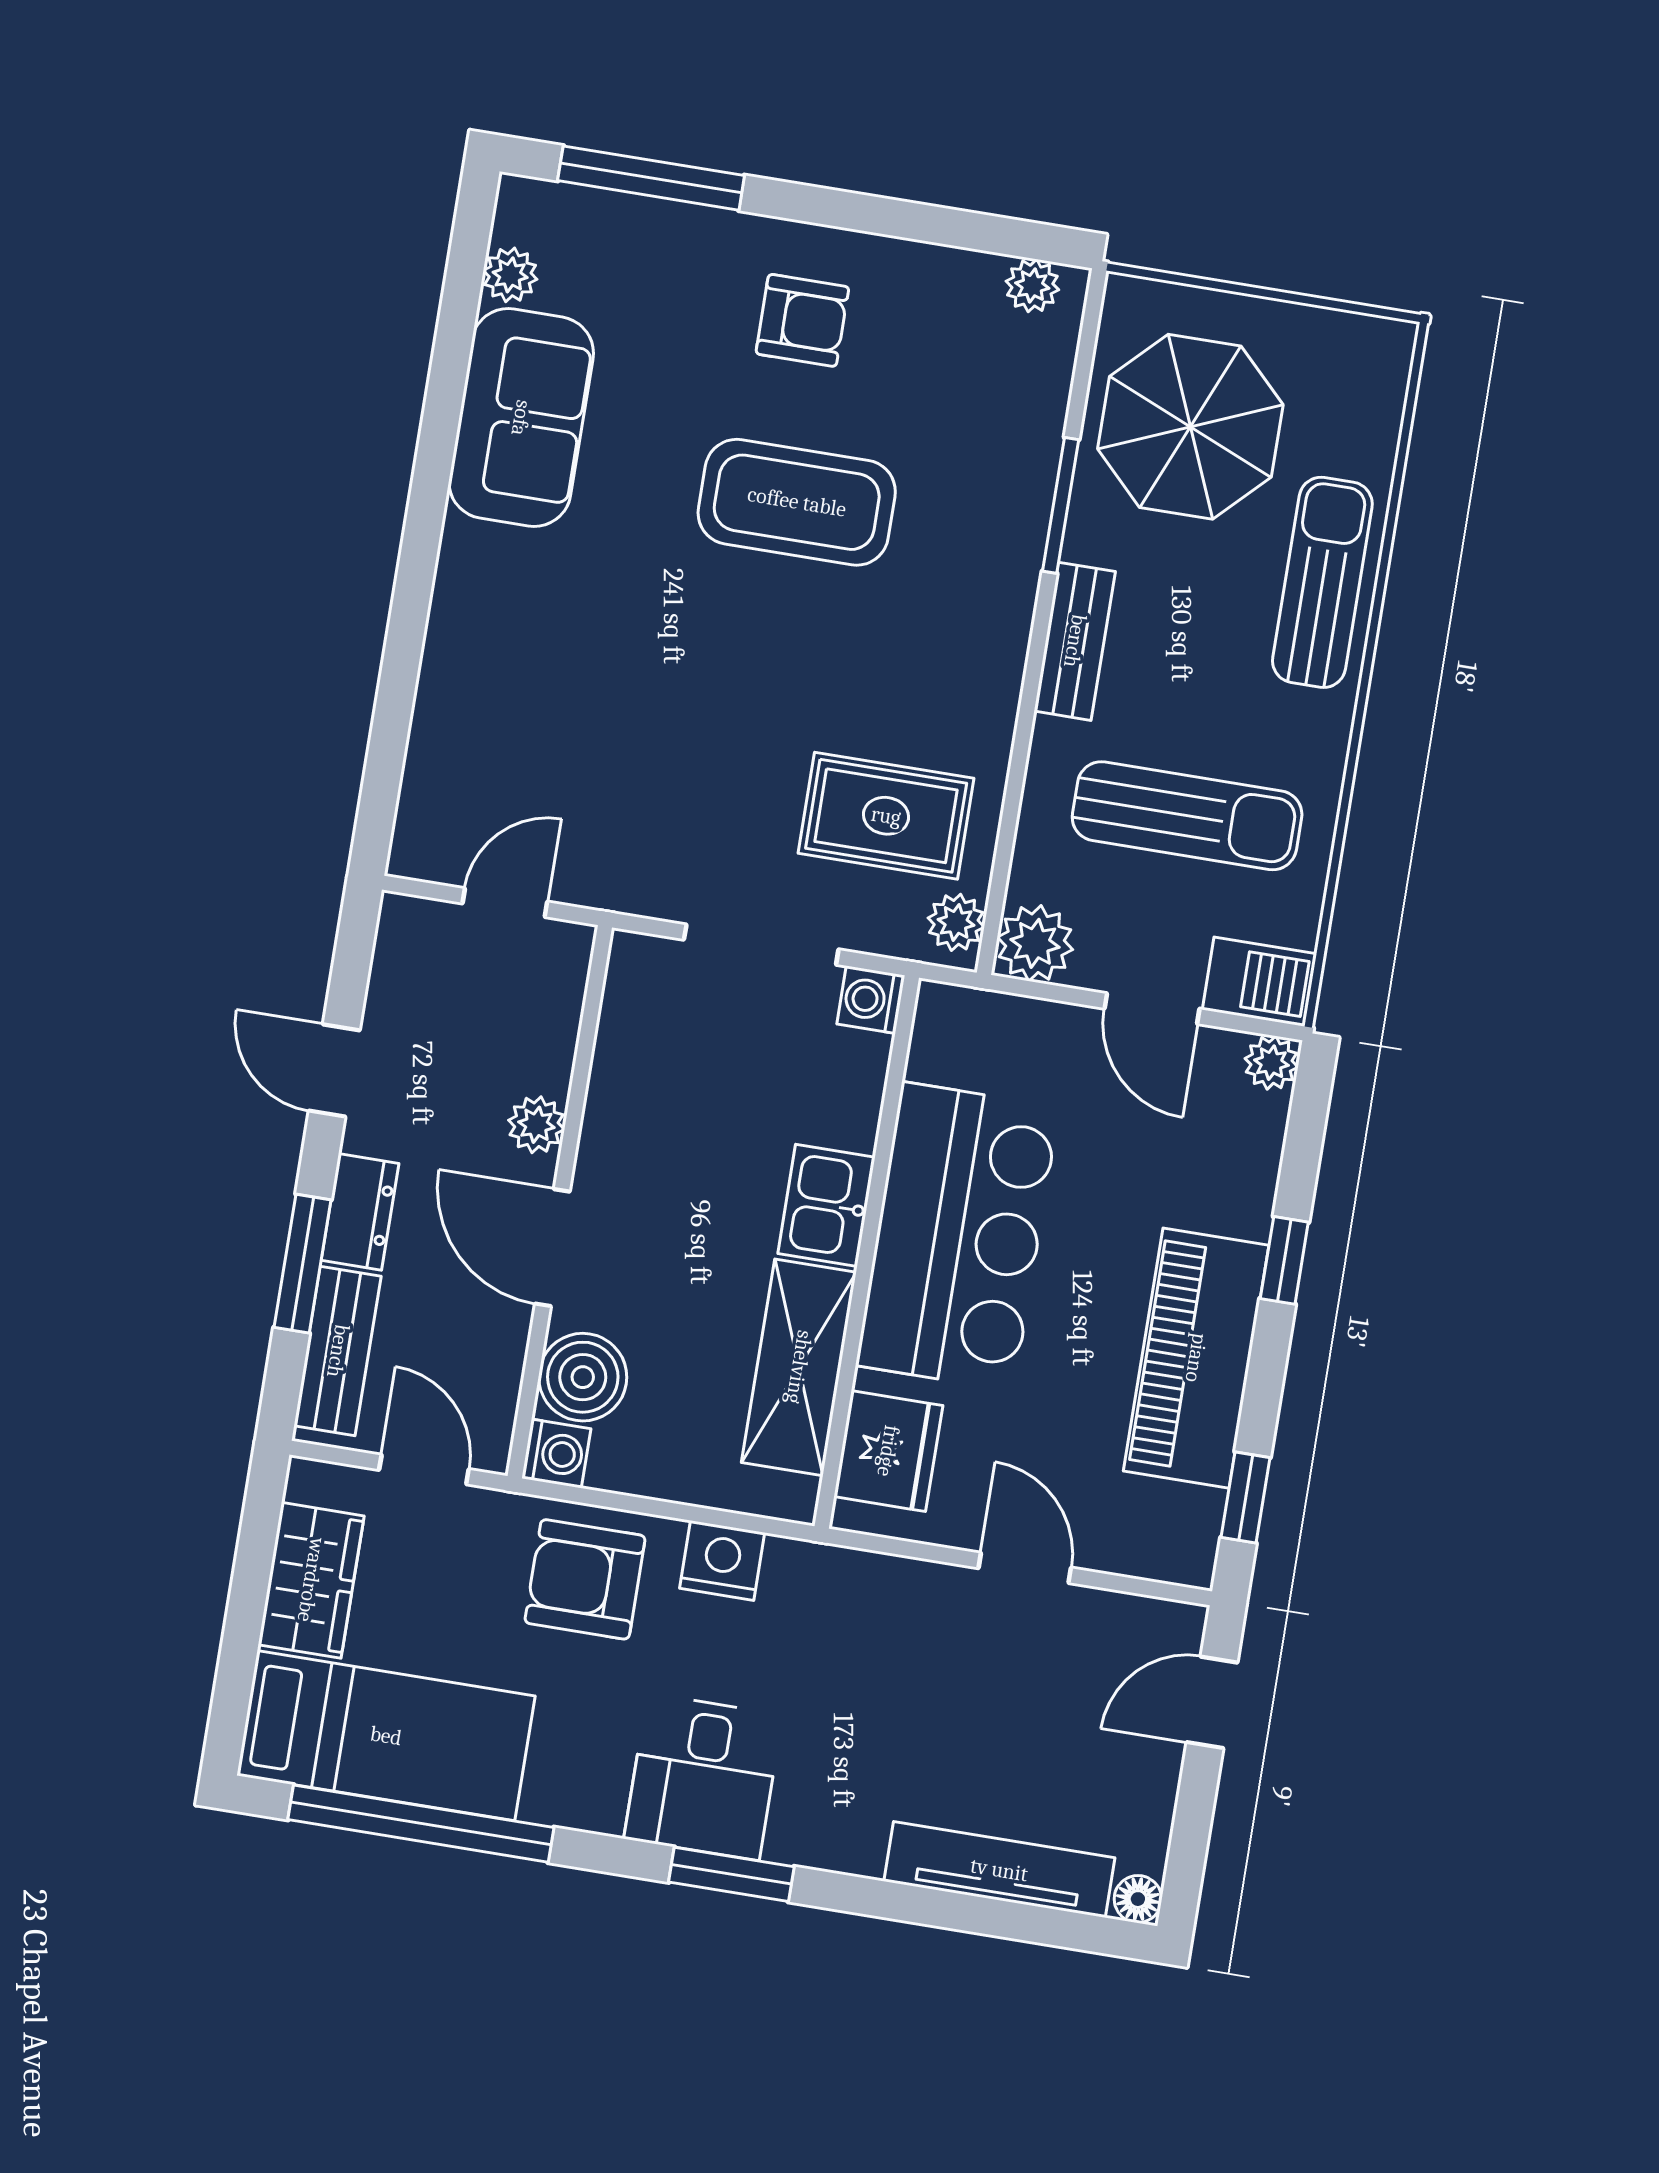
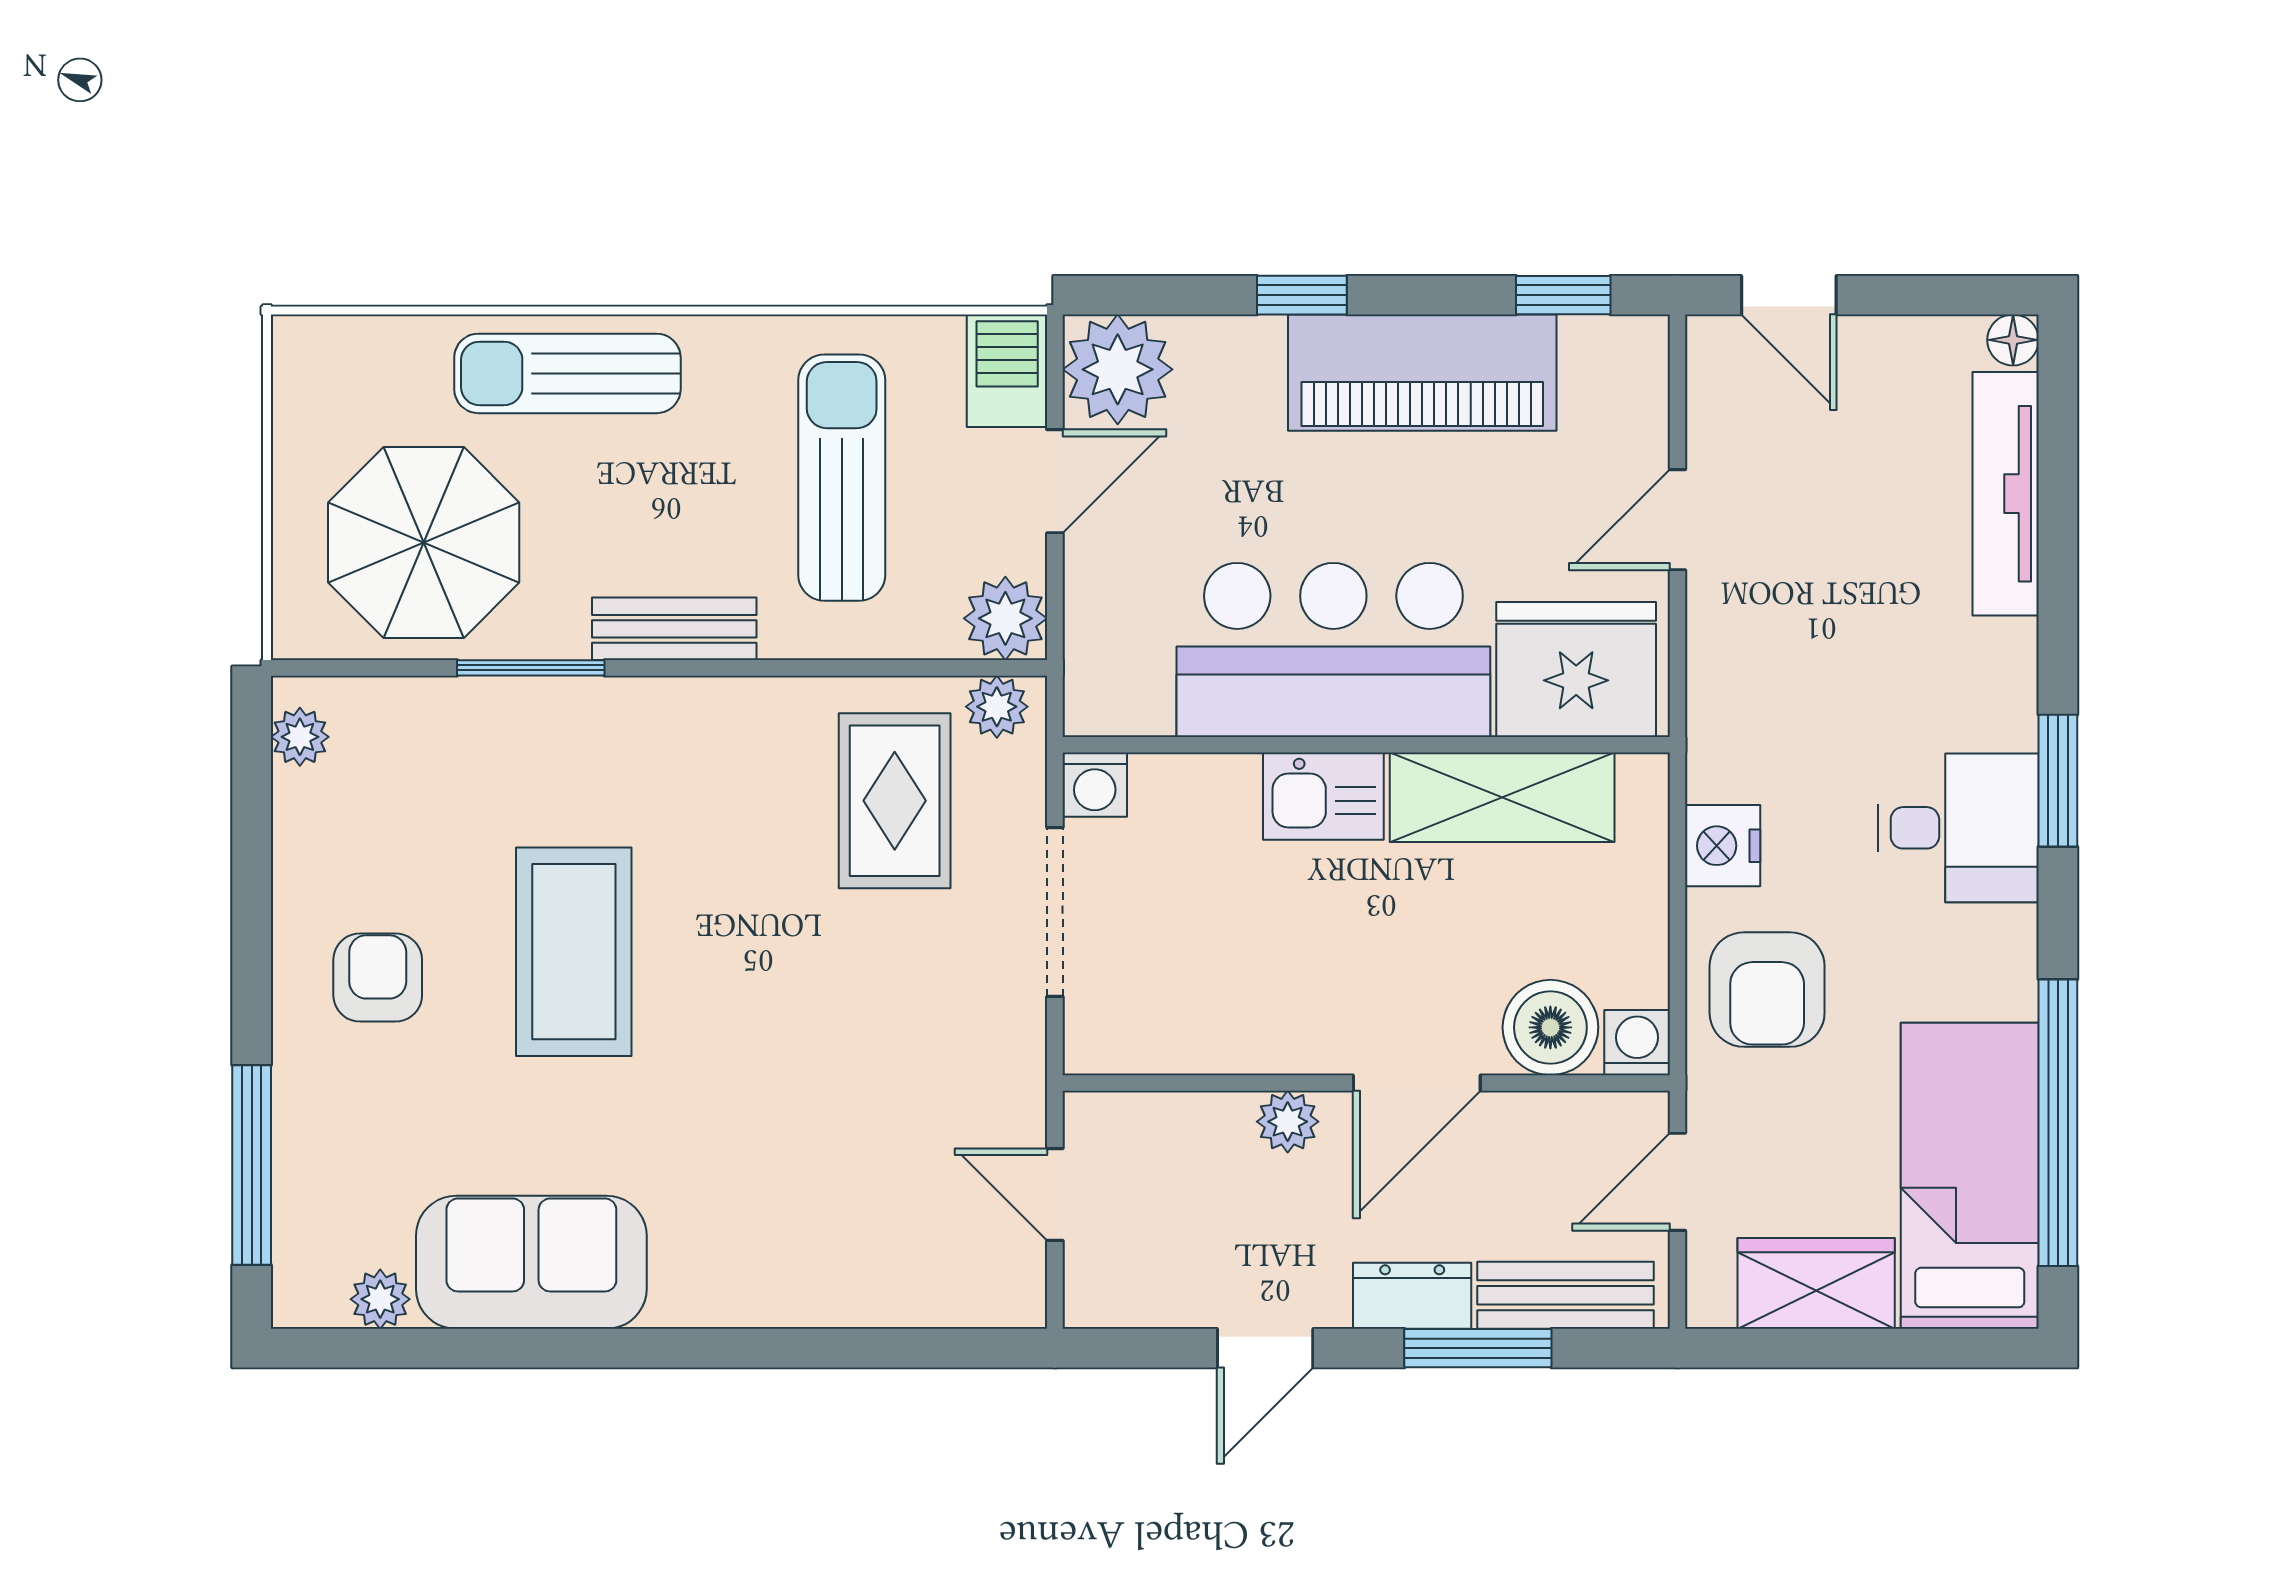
plant: (1271, 1063) -> (1118, 369), width x1.87, depth x1.87
fridge: (888, 1451) -> (1576, 670), width x1.36, depth x1.34

